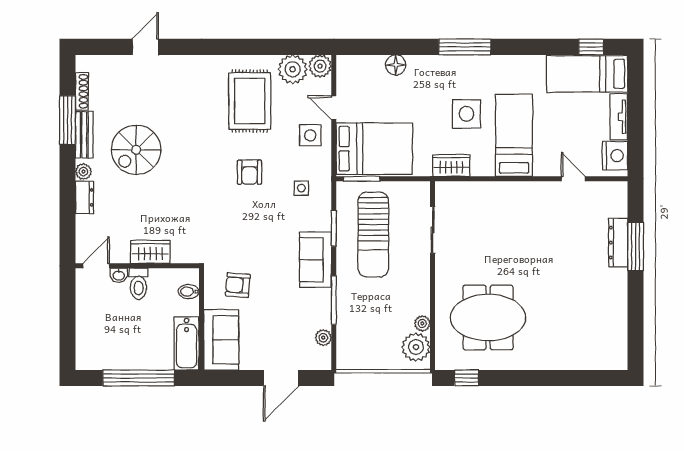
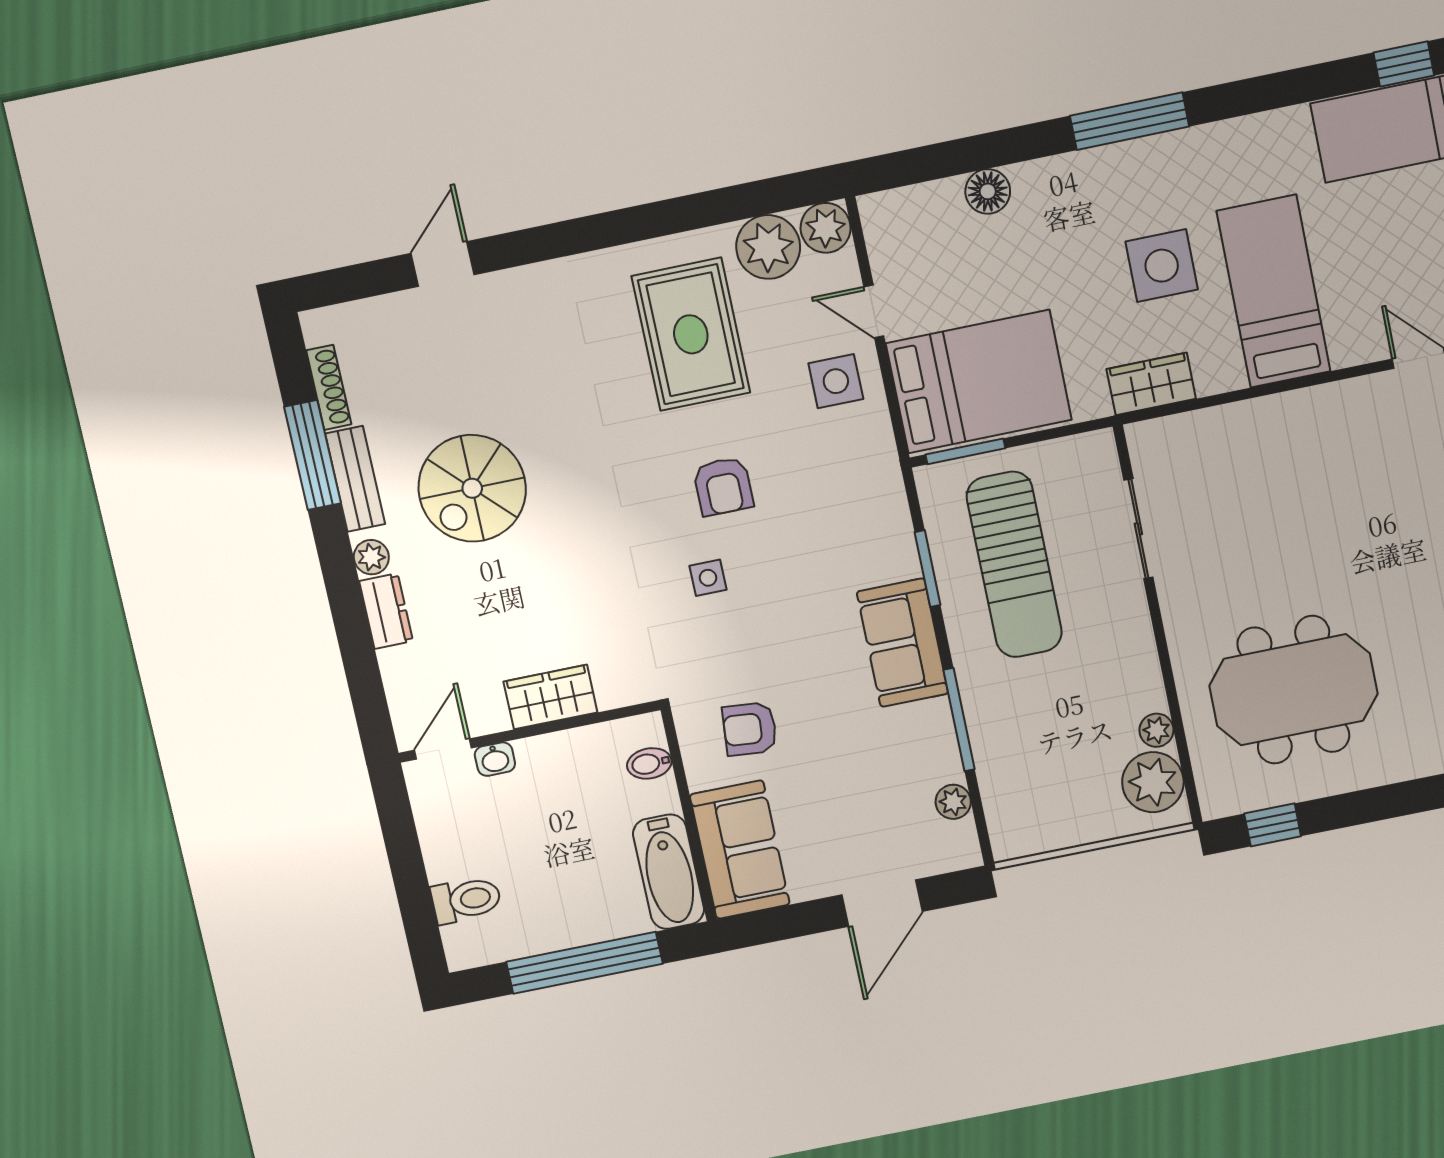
side table: (301, 188) -> (708, 578), moved
toilet: (139, 284) -> (466, 900), moved, turned -90

